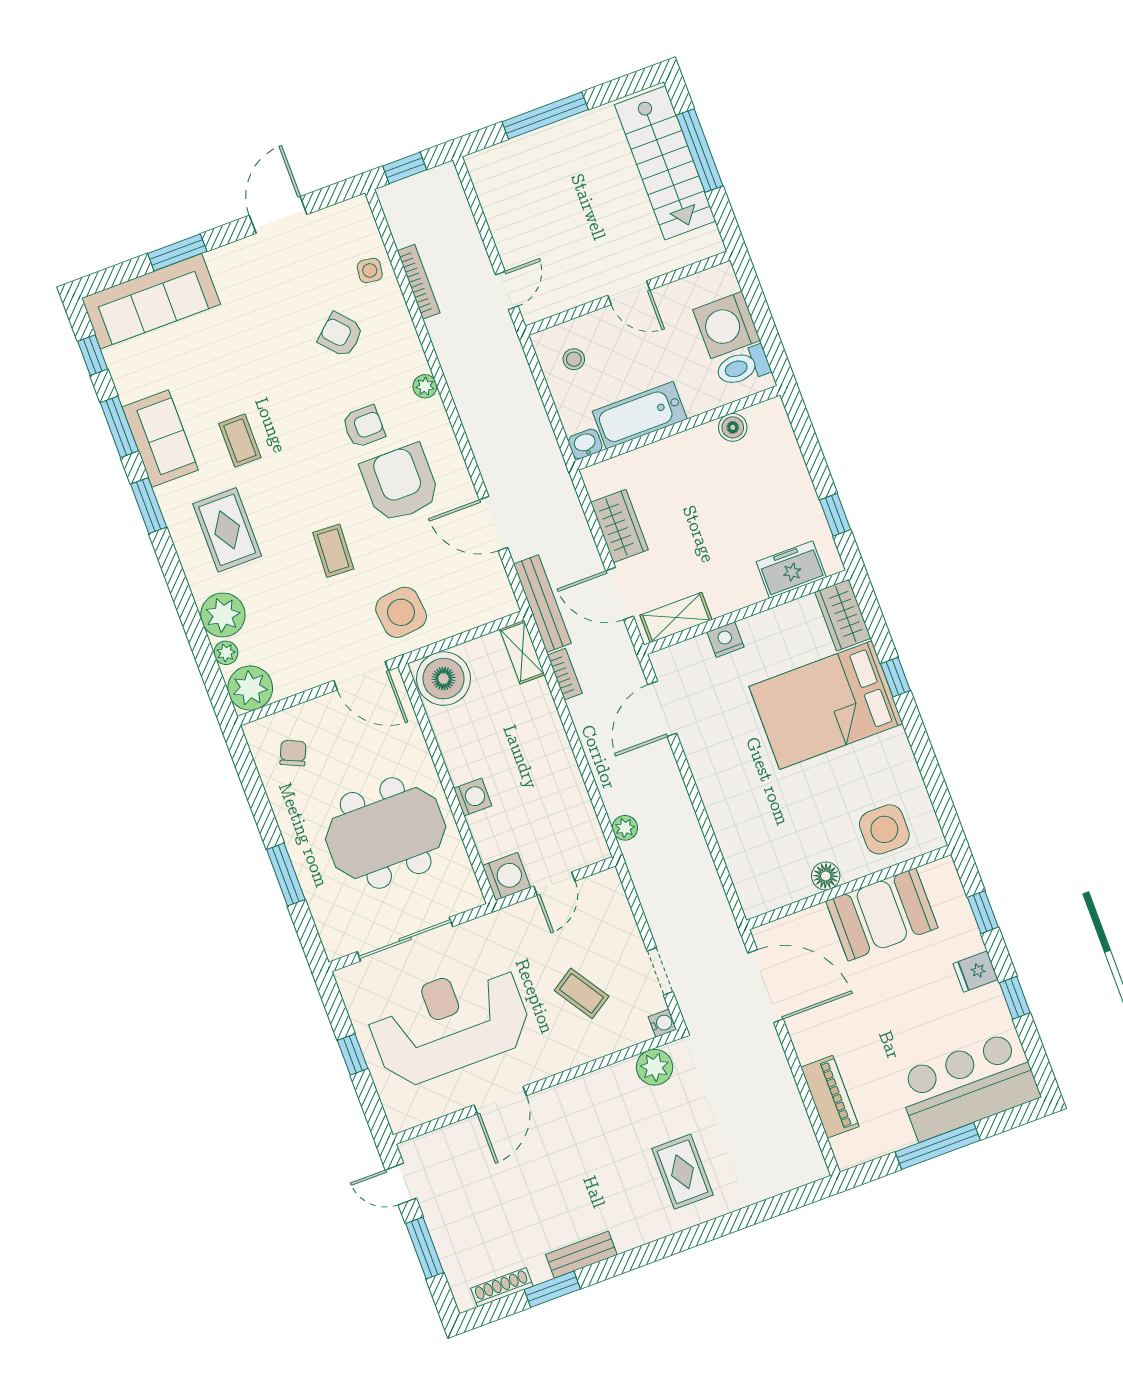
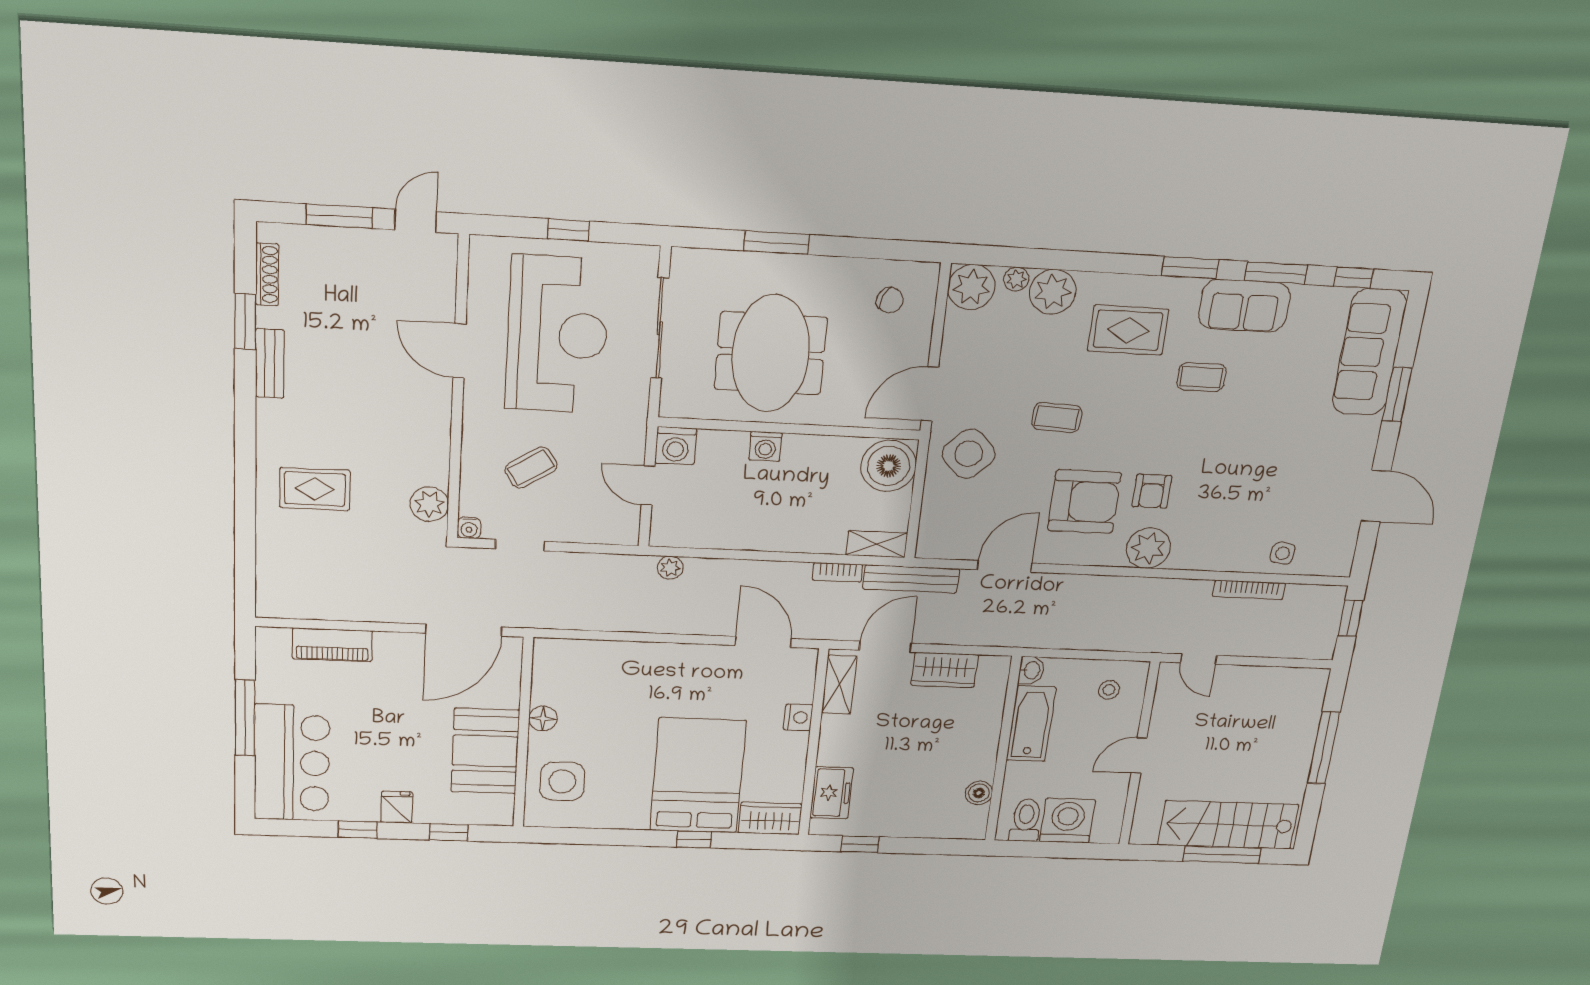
armchair: (341, 335) -> (1243, 505), removed
plant: (425, 386) -> (1148, 548), width x1.87, depth x1.87
side table: (401, 612) -> (969, 454), turned -38

